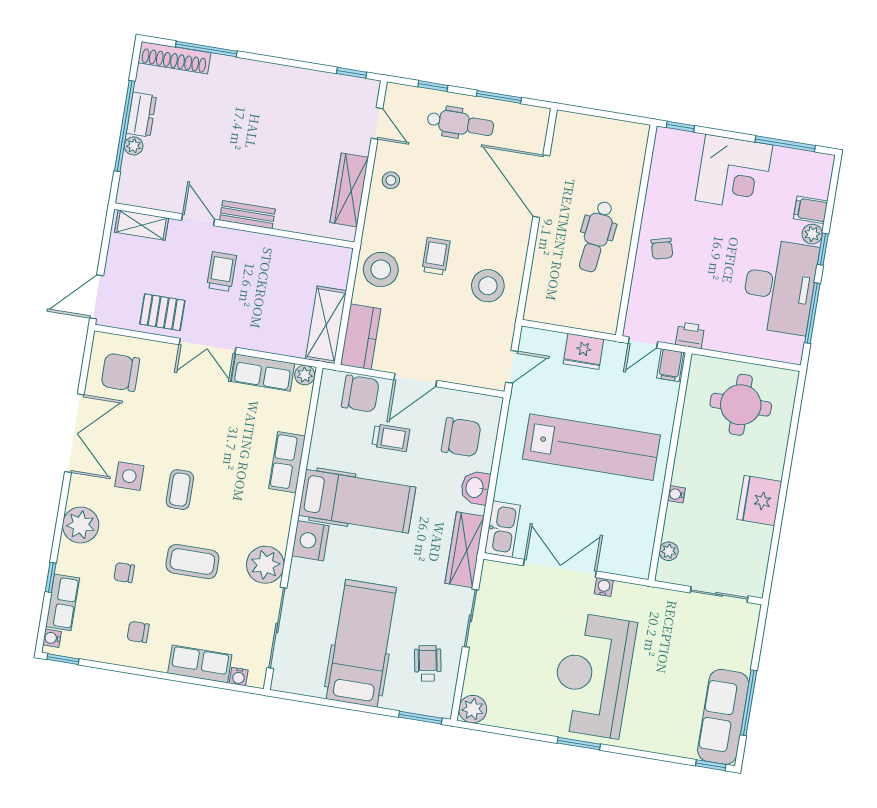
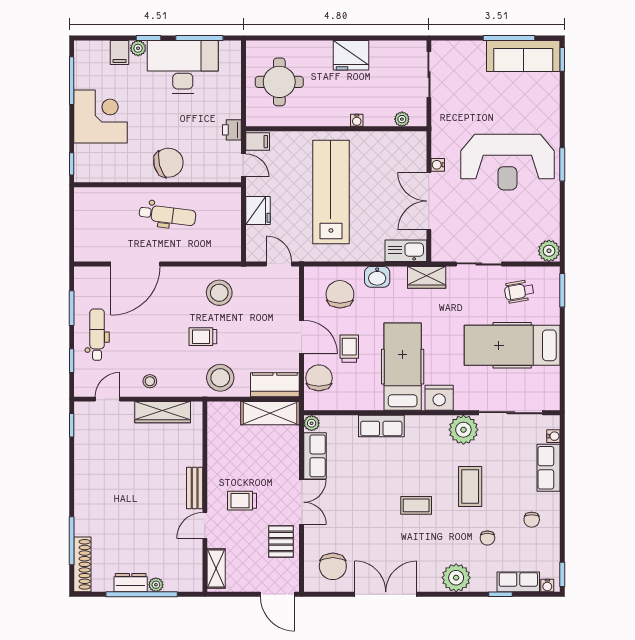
chair: (662, 249) -> (168, 163), width x1.87, depth x1.87
side table: (129, 476) -> (412, 546), removed
wardrobe: (465, 550) -> (427, 277), width x0.67

